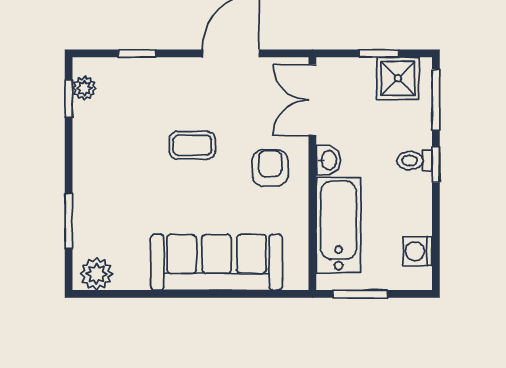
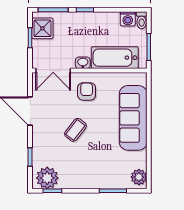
plant: (84, 88) -> (47, 178), width x1.87, depth x1.87
coffee table: (192, 145) -> (75, 130), turned 38
toilet: (414, 161) -> (142, 20), moved
armchair: (270, 168) -> (87, 91), turned 90

